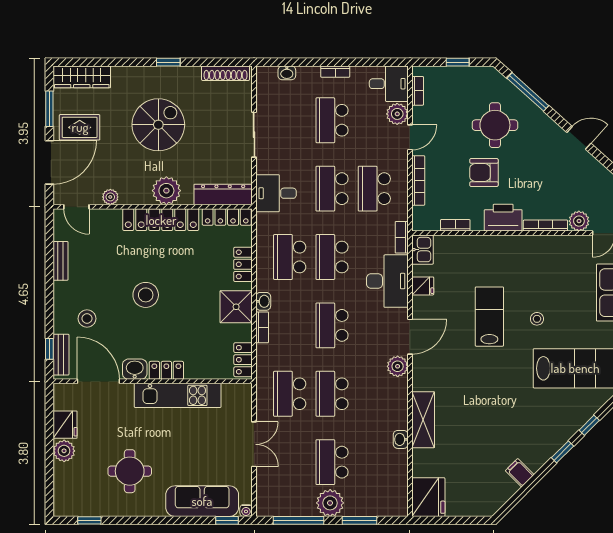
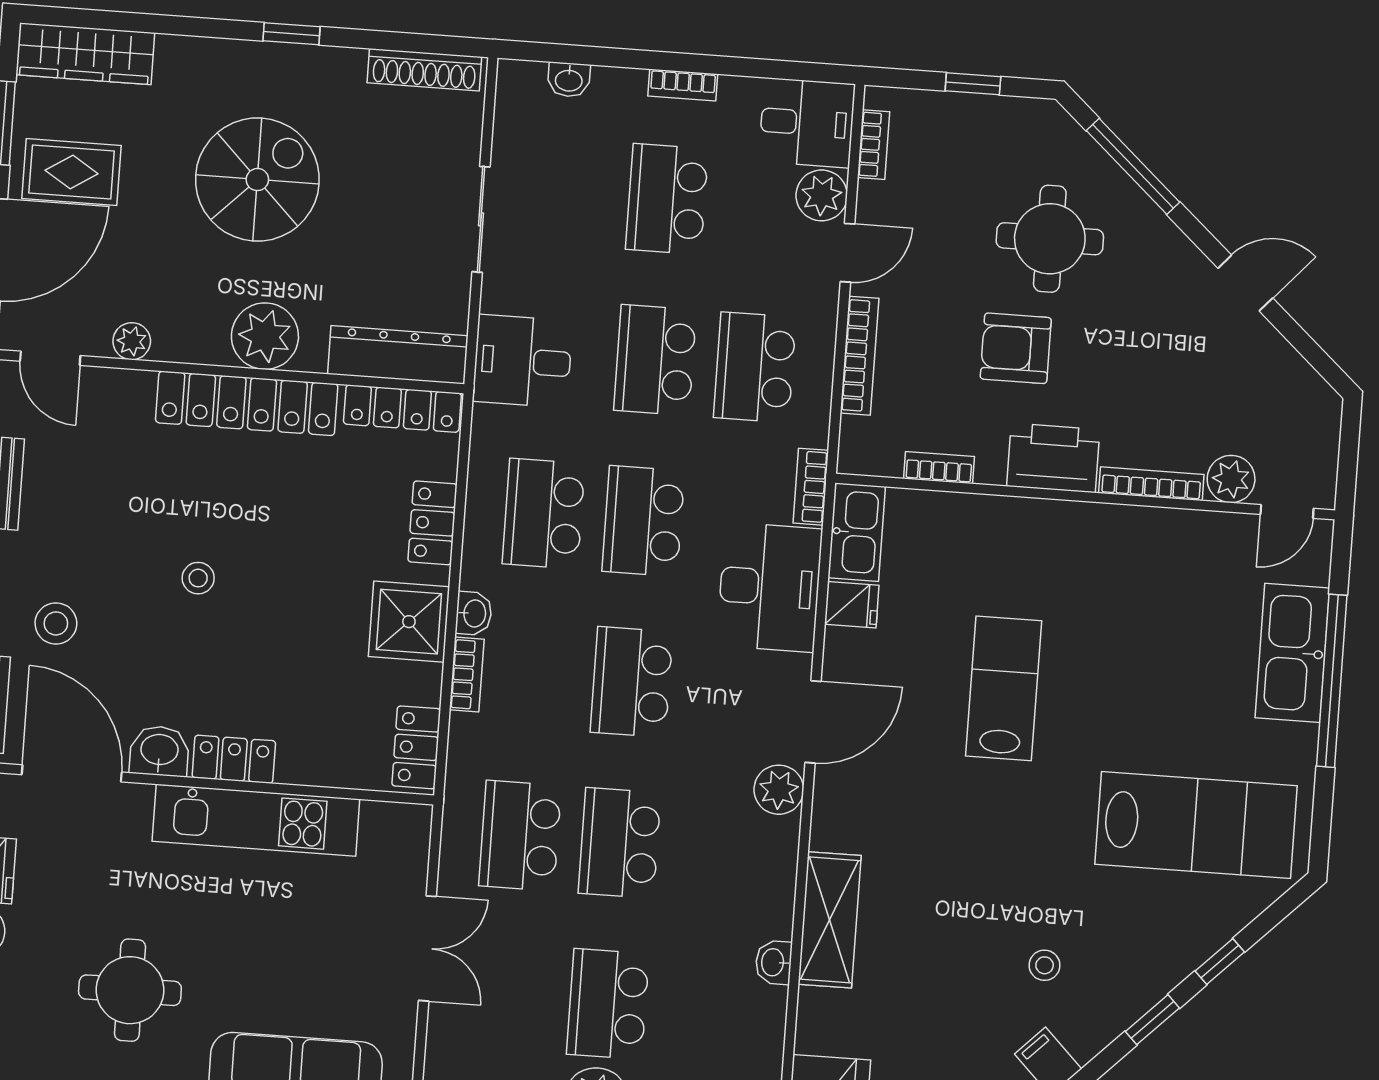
kitchen sink: (422, 250) -> (857, 532), width x1.38
stool: (146, 295) -> (198, 578), width x0.53, depth x0.53
stool: (537, 319) -> (1045, 965), moved

